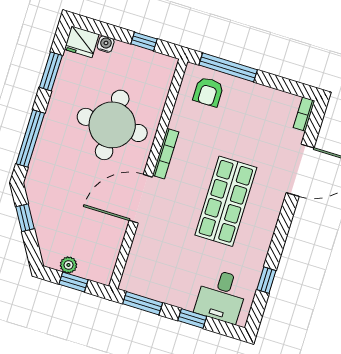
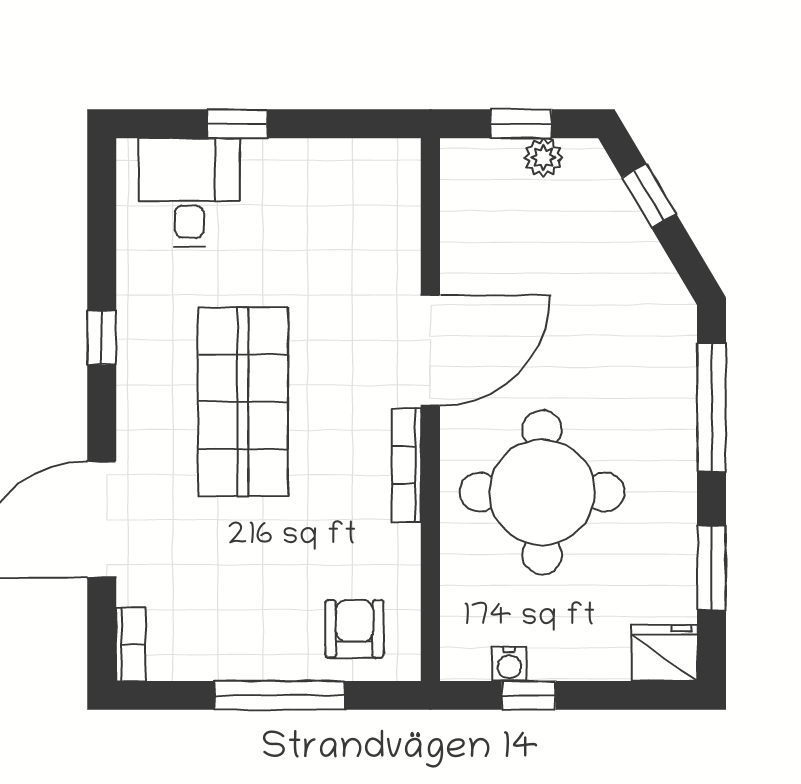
water cooler: (106, 44) -> (509, 664), moved
window: (228, 67) -> (280, 695), moved
window: (25, 218) -> (649, 196), moved
window: (266, 280) -> (102, 338), moved
window: (143, 303) -> (356, 124), removed

